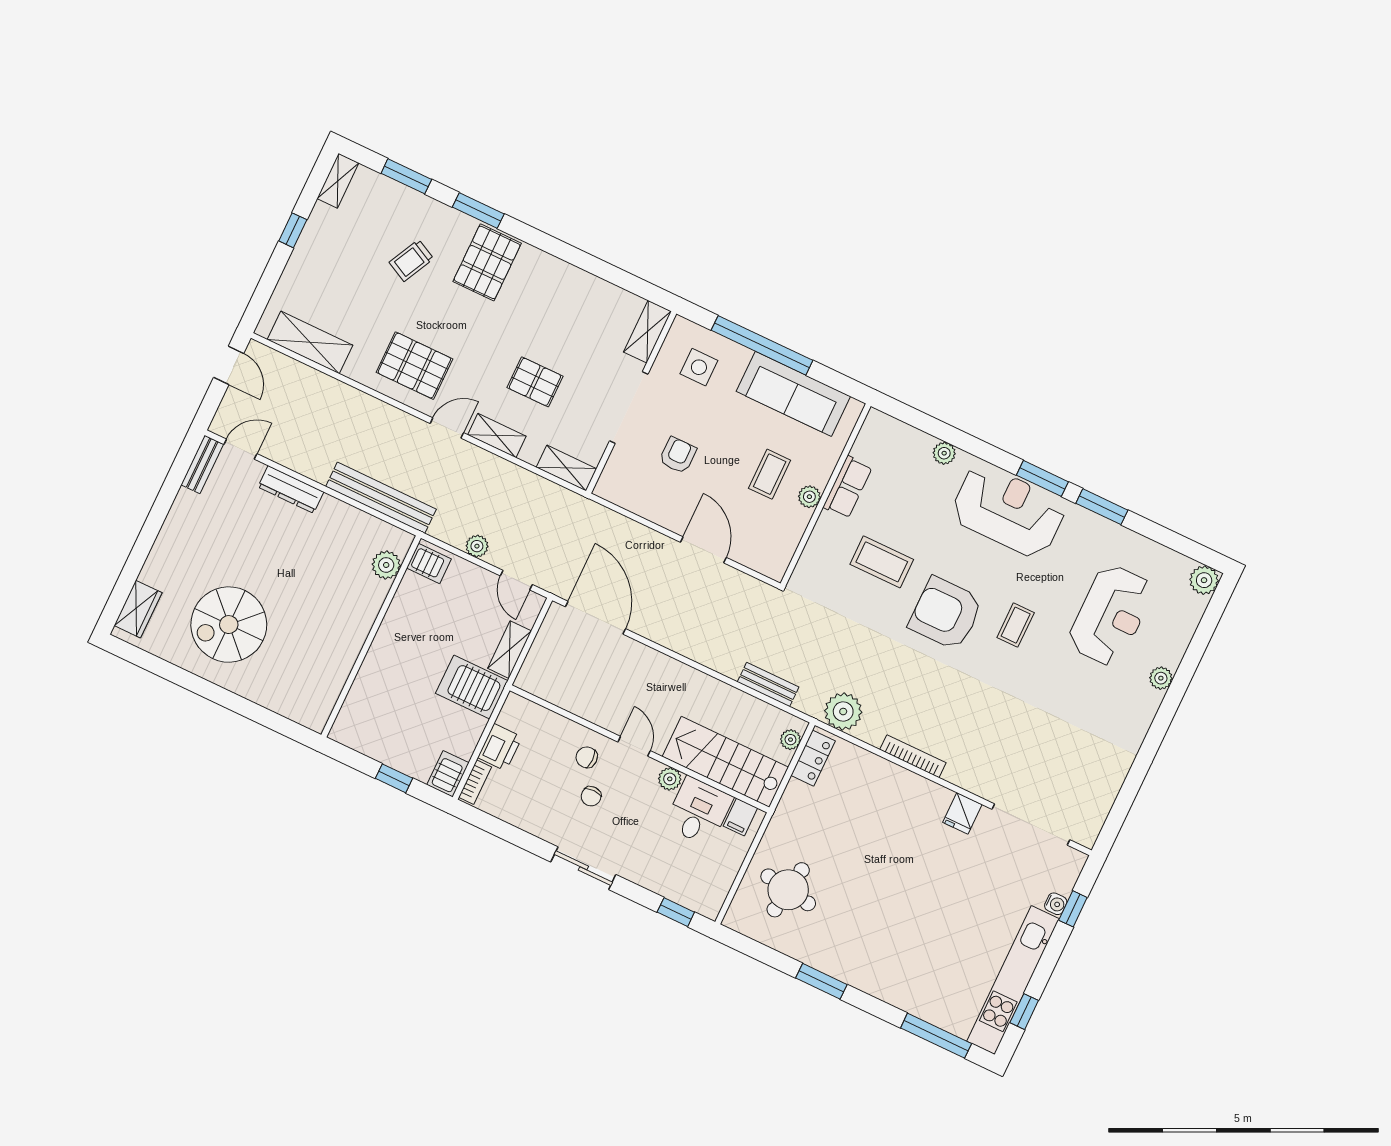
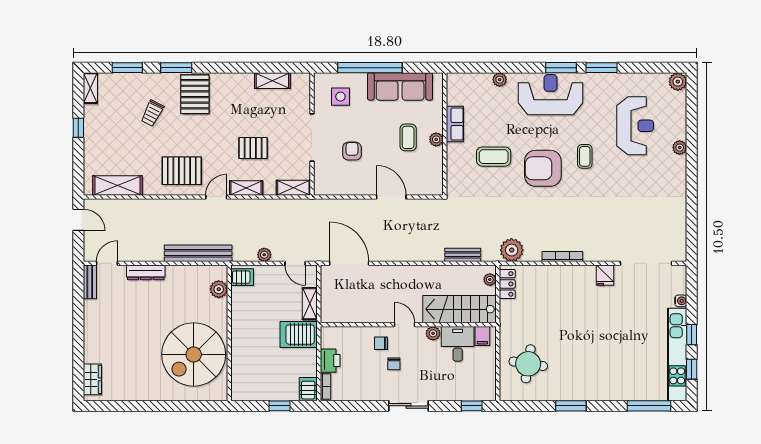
shelving: (647, 332) -> (272, 81), moved, turned 90
spiral stairs: (229, 625) -> (194, 354), moved, width x1.37, depth x1.37
window: (1073, 909) -> (692, 335), moved

